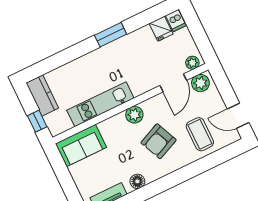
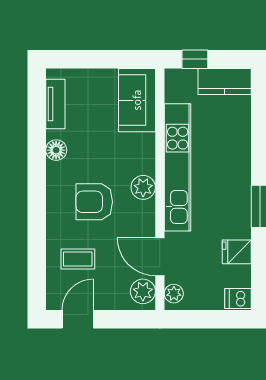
fridge: (161, 29) -> (237, 252), moved
kitchen unit: (100, 104) -> (178, 167), width x1.36
coffee table: (200, 134) -> (78, 259), width x0.73, depth x0.77
armchair: (159, 141) -> (94, 202), turned -66

